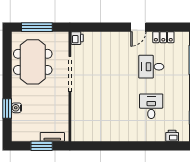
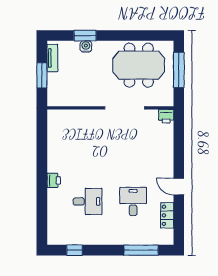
printer: (172, 136) -> (54, 180), moved
tv unit: (52, 137) -> (52, 58), moved

